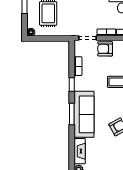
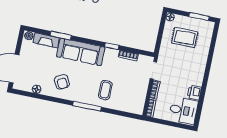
armchair: (105, 49) -> (139, 85), removed
window: (72, 114) -> (61, 35), moved

